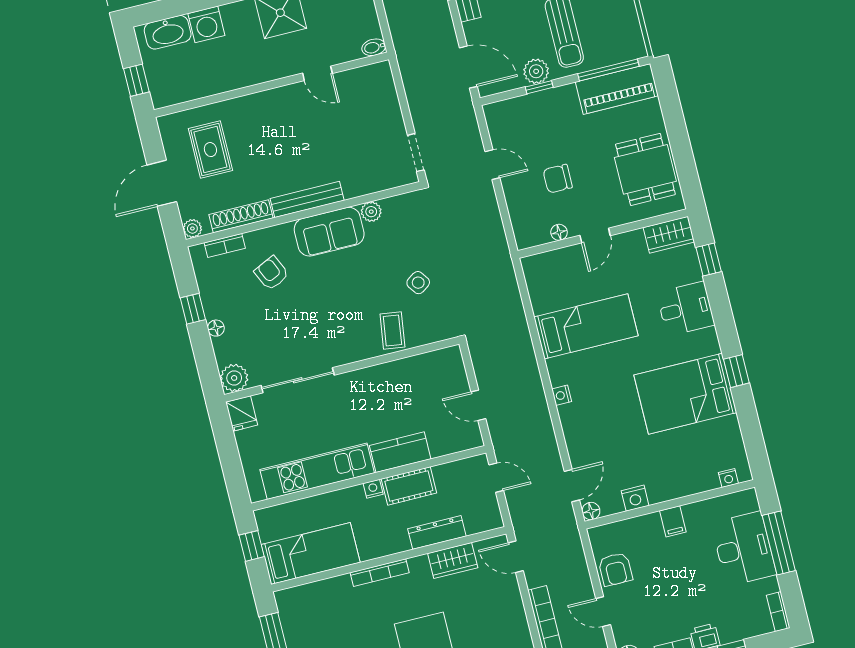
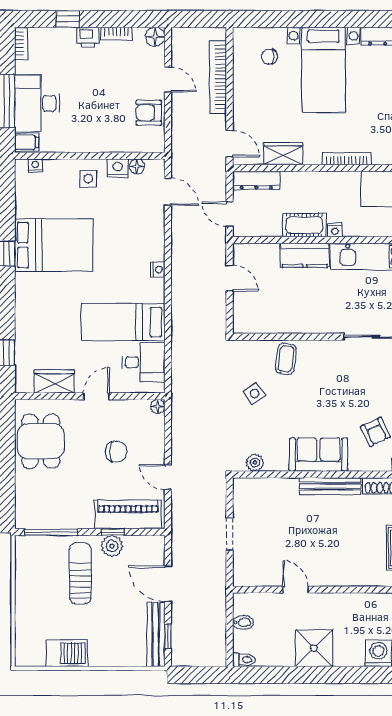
bidet: (374, 47) -> (243, 622), moved
door: (468, 67) -> (168, 584), moved
piano: (617, 89) -> (128, 514), moved
doorway: (416, 153) -> (230, 534), moved
plant: (371, 212) -> (255, 463), moved
floor lamp: (559, 232) -> (158, 406), moved
wardrobe: (669, 235) -> (54, 382), moved
desk: (686, 309) -> (143, 362), moved, turned 180
side table: (665, 478) -> (88, 179), added
door: (572, 486) -> (168, 192), swing flipped
floor lamp: (591, 511) -> (137, 166), moved
filing cabinet: (673, 521) -> (27, 142), moved, turned 90
dresser: (437, 532) -> (256, 180), moved
armchair: (615, 569) -> (149, 113), turned -90

